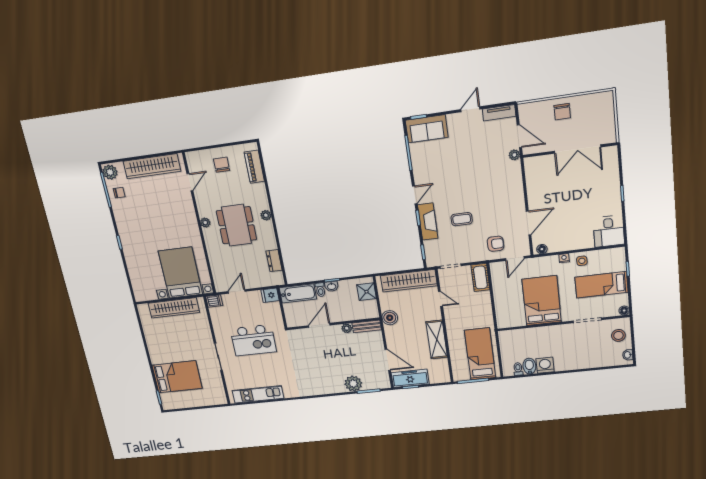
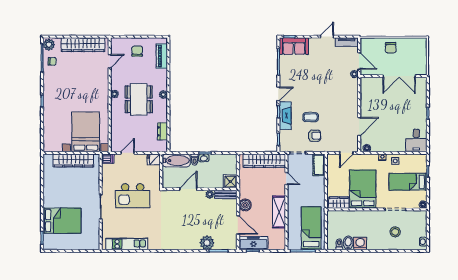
armchair: (496, 244) -> (315, 136), moved
shower: (366, 292) -> (230, 182), moved
boiler: (390, 318) -> (245, 205), moved
wardrobe: (512, 320) -> (339, 203), added
stool: (618, 335) -> (395, 232), moved

